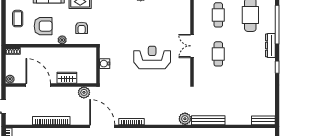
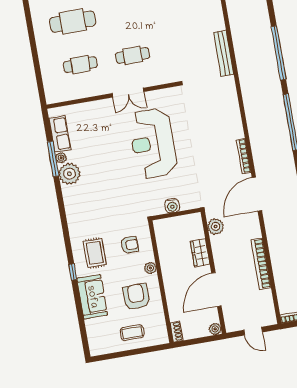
reception desk: (152, 57) -> (153, 143), width x1.36, depth x1.30
plant: (185, 119) -> (227, 85), removed

